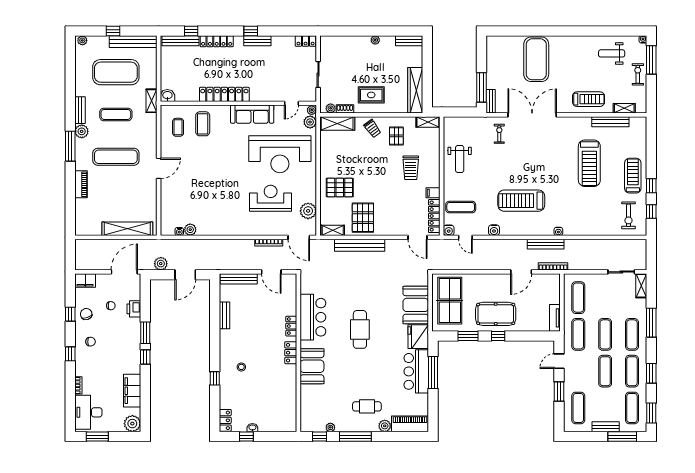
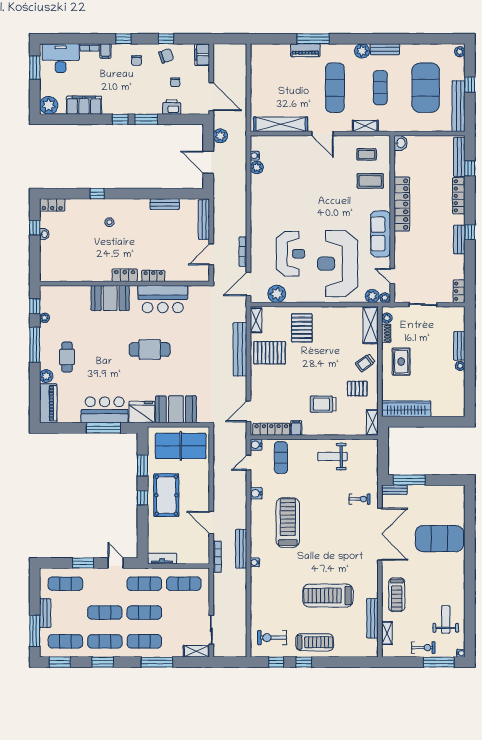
bench: (409, 41) -> (459, 346), moved
shelving: (152, 101) -> (365, 126), moved
window: (70, 146) -> (313, 39), moved
shelving: (127, 229) -> (281, 124), moved, turned 90
filing cabinet: (82, 371) -> (105, 51), added

